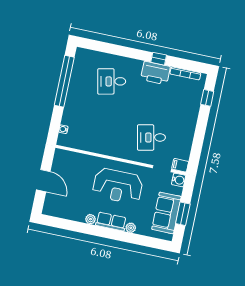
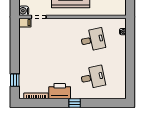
window: (159, 59) -> (75, 103), moved
window: (64, 81) -> (130, 70), removed
desk: (151, 137) -> (93, 40), moved

